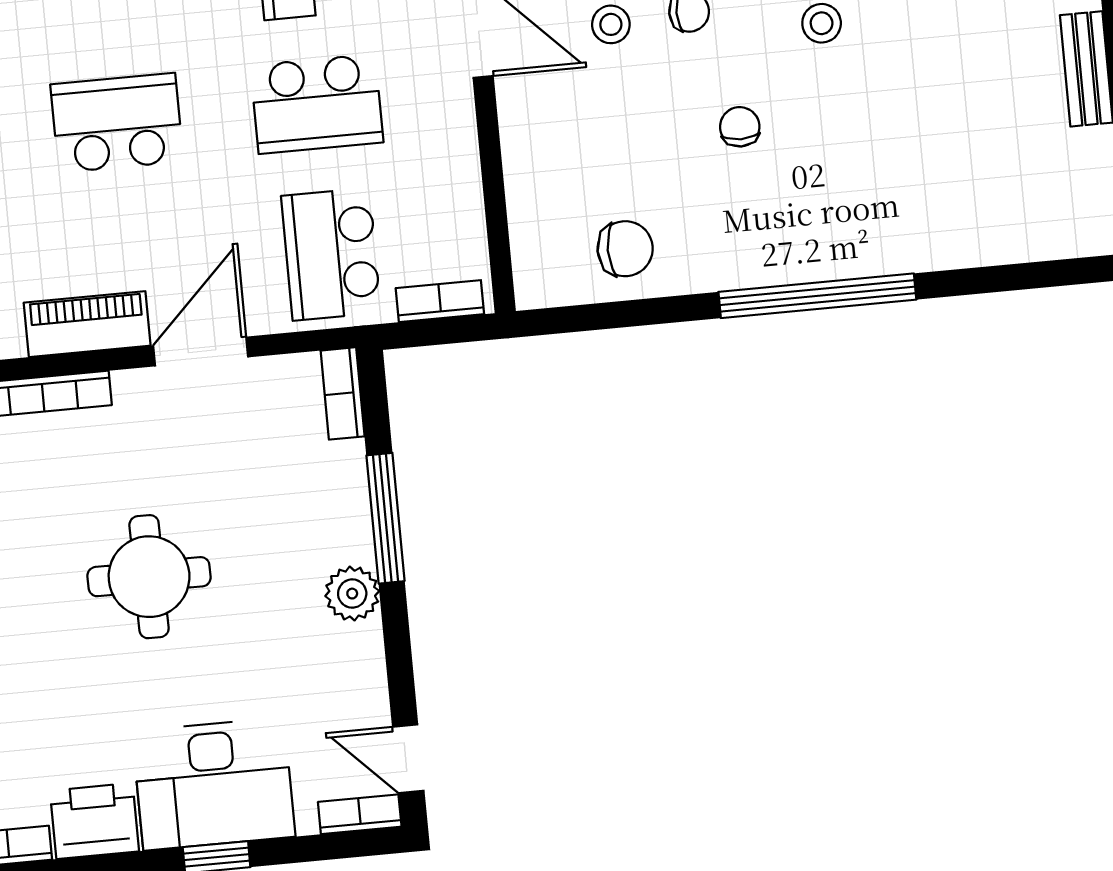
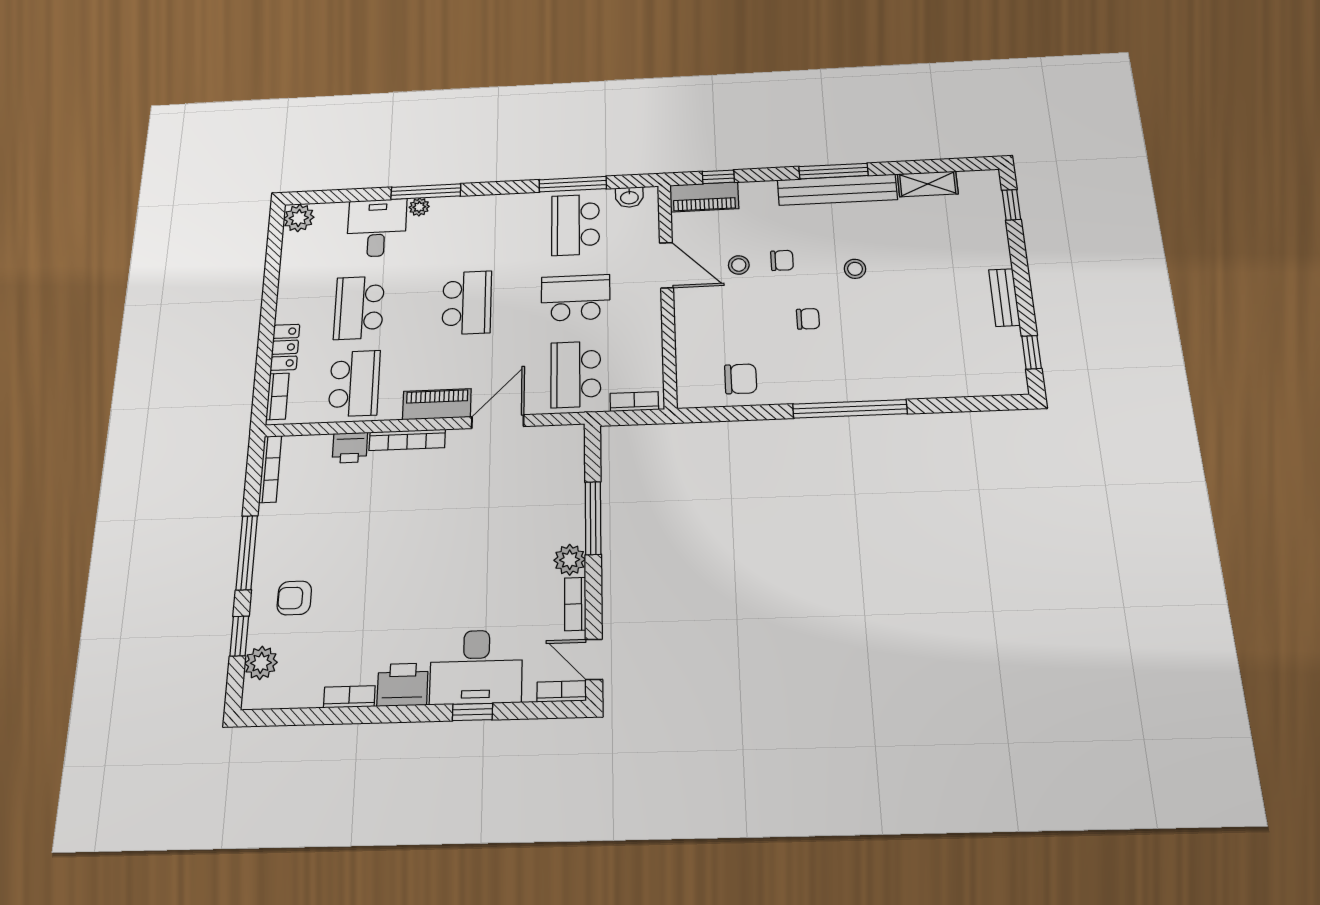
school desk: (317, 104) -> (576, 298), turned 180
school desk: (117, 123) -> (467, 303), turned 90
chair: (740, 127) -> (808, 319), turned 90
bookcase: (343, 393) -> (575, 604), moved
round table: (149, 577) -> (453, 543), removed

